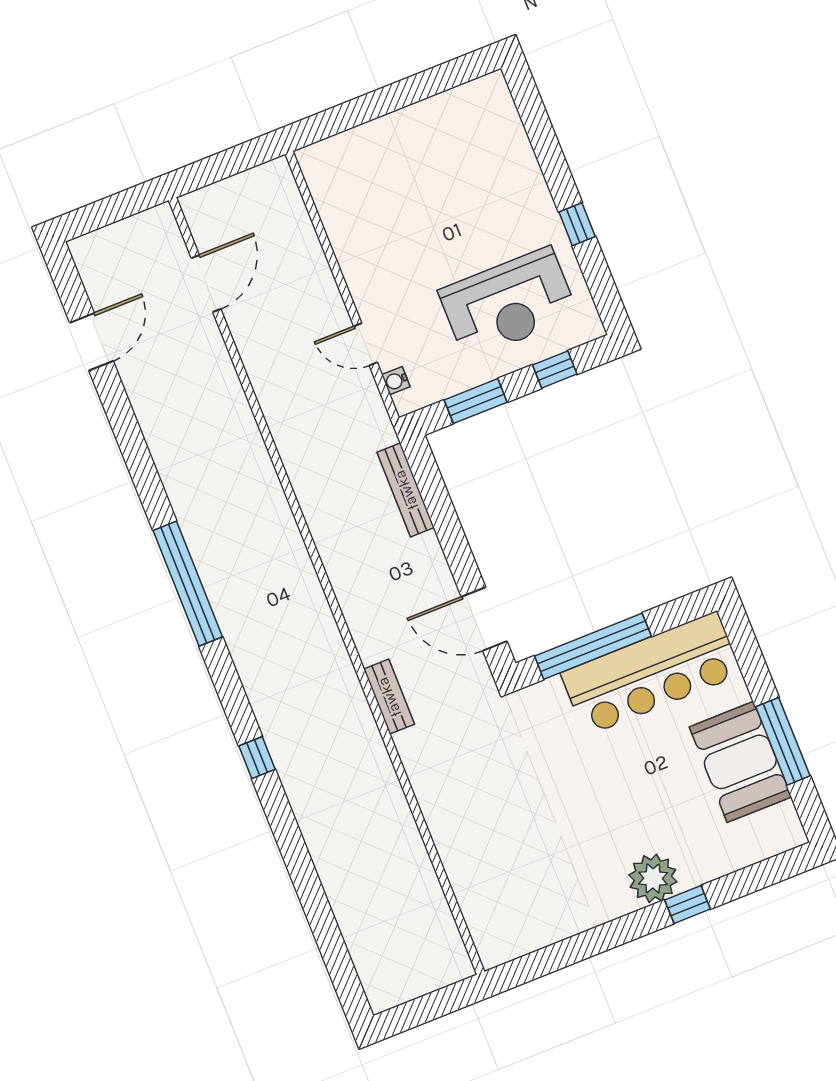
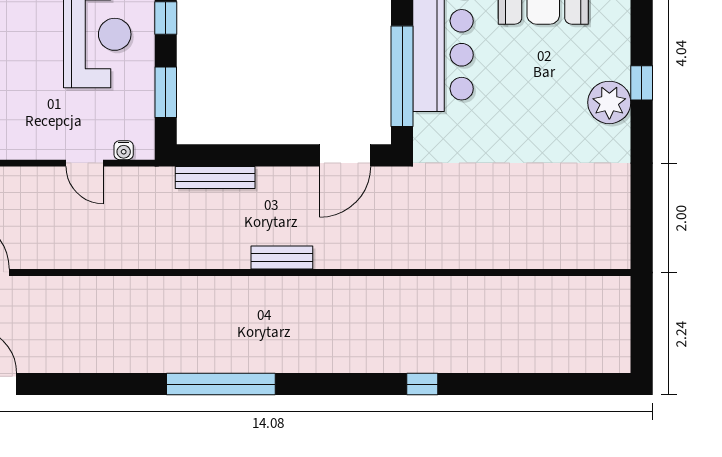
door: (365, 344) -> (85, 163), hinge flipped
bench: (389, 697) -> (282, 257), moved
window: (257, 758) -> (422, 384), moved

